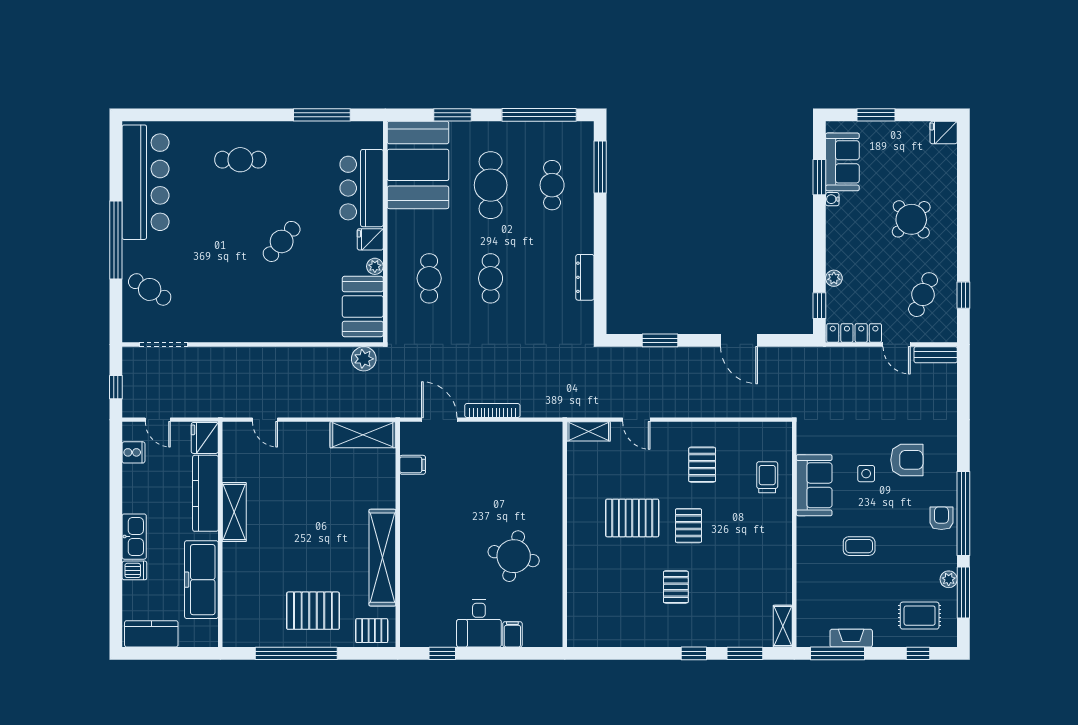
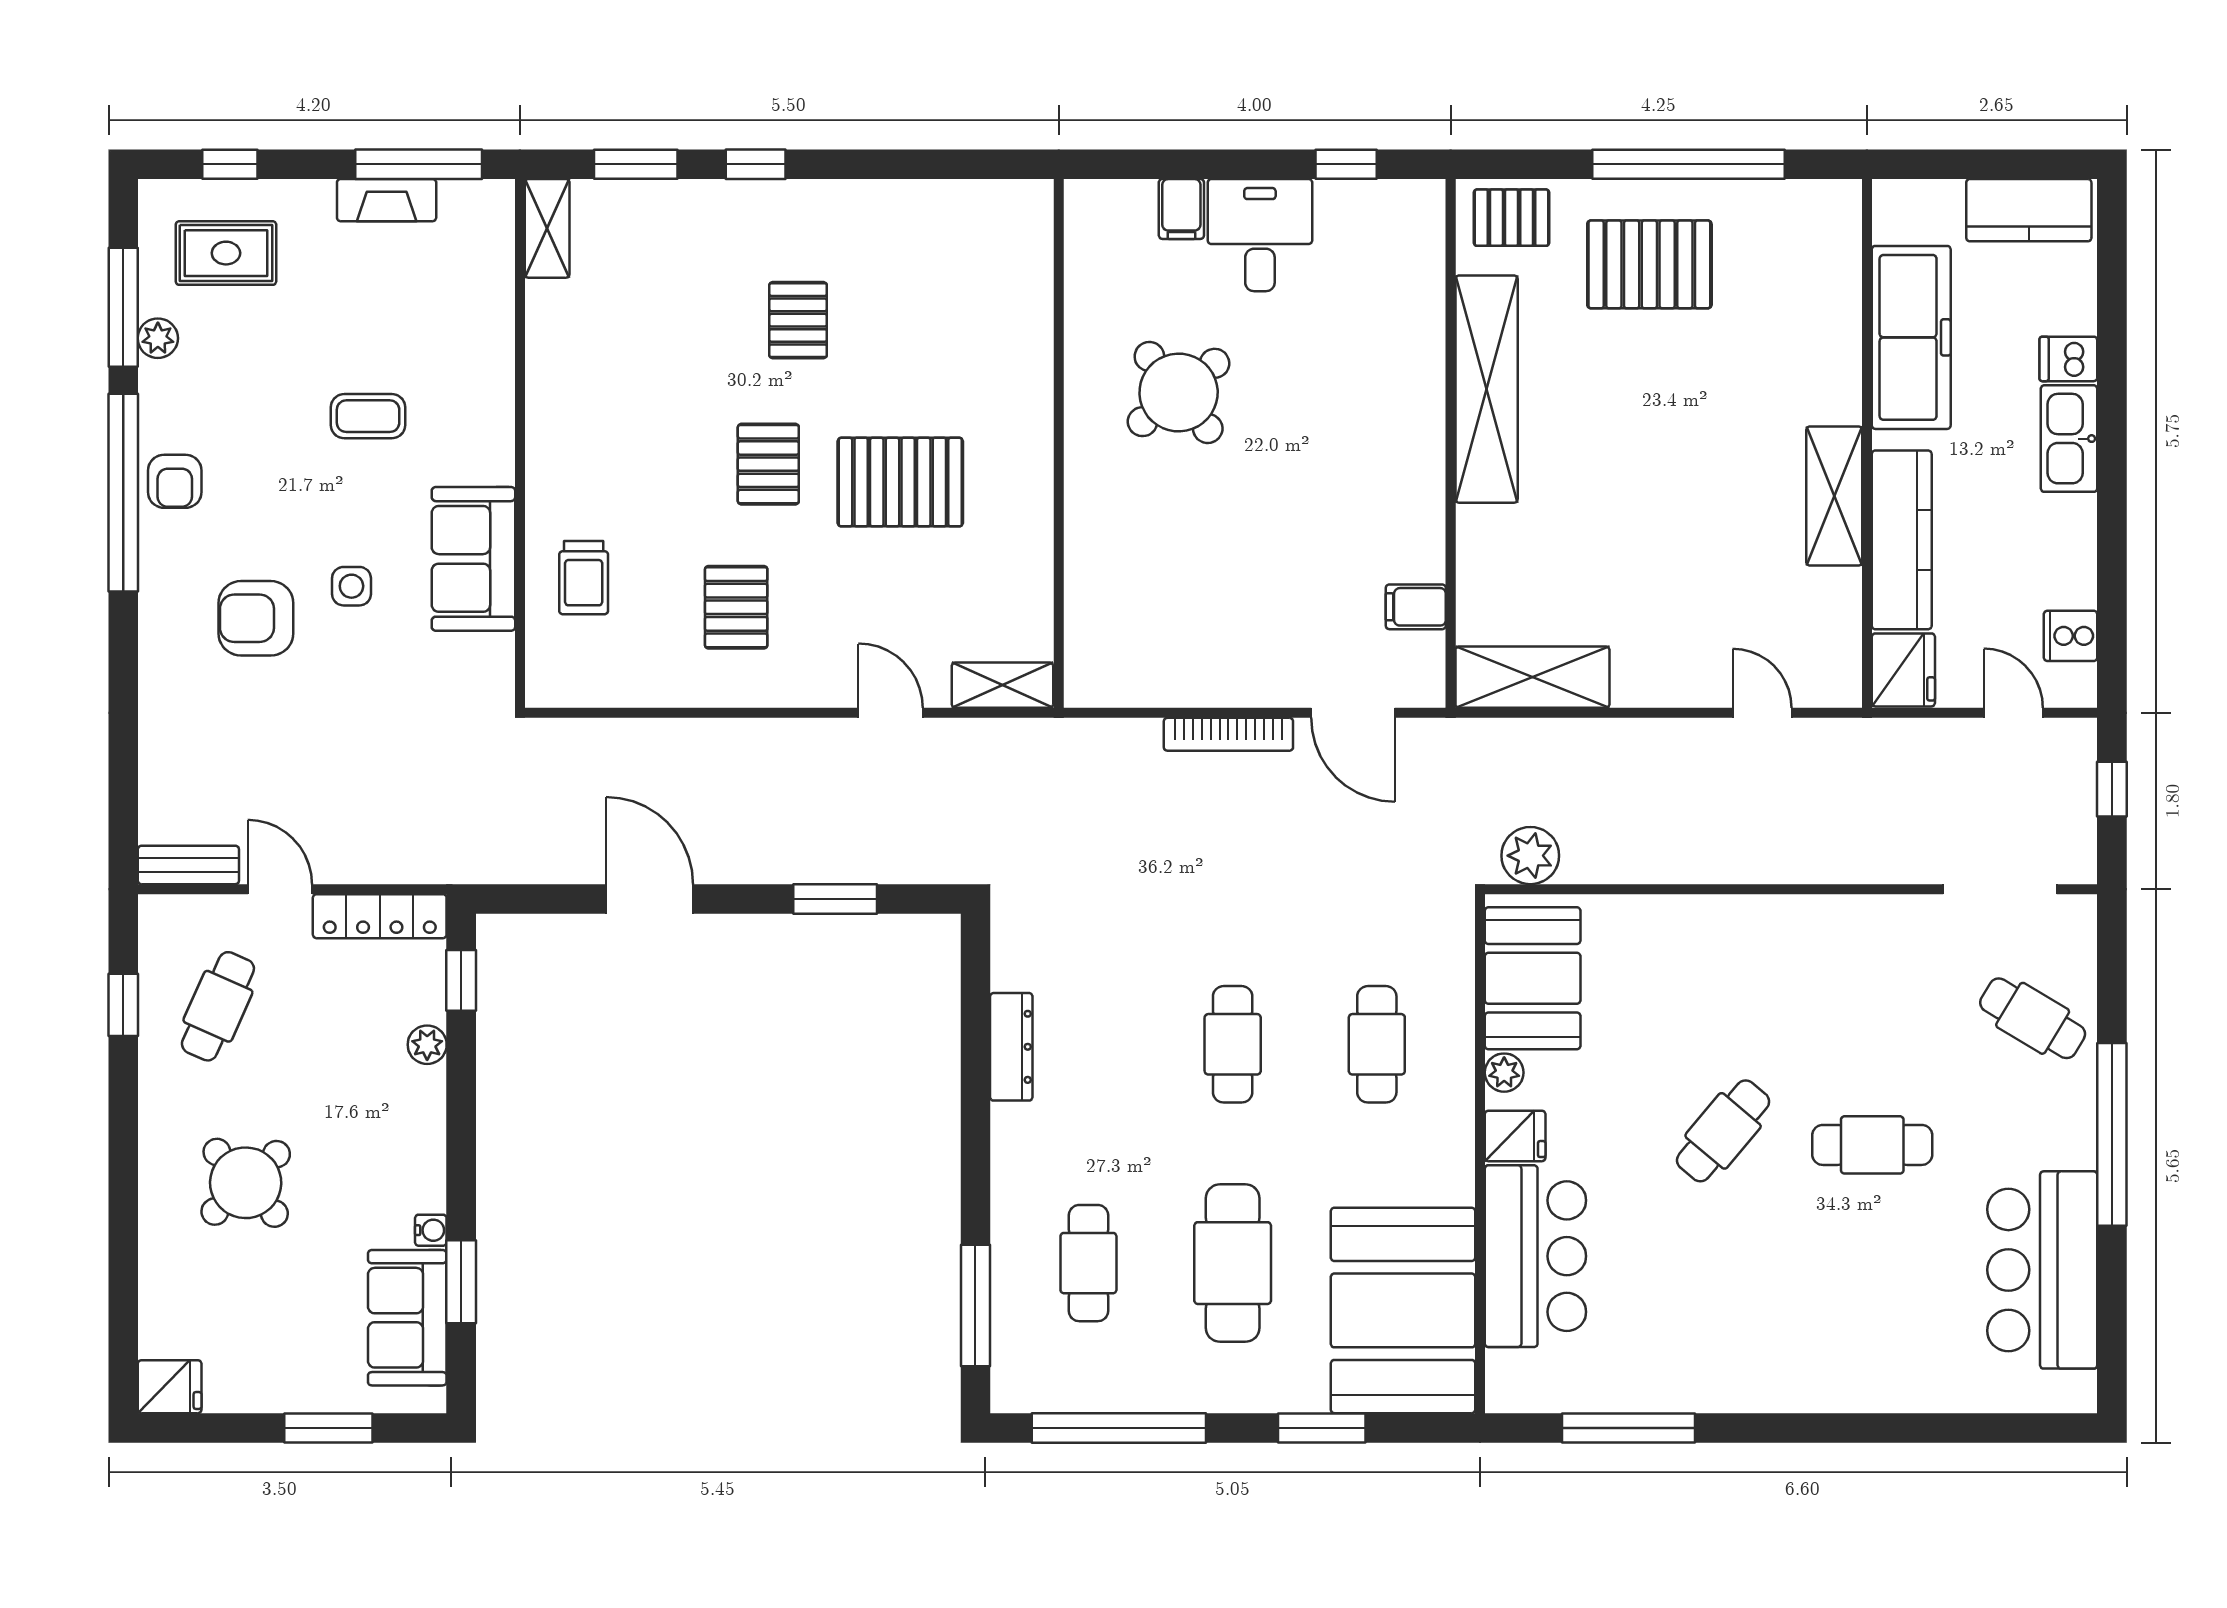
cafe table: (240, 160) -> (1872, 1145), moved
bar counter: (146, 182) -> (2042, 1270), width x0.73
round table: (514, 556) -> (1179, 392), turned 38

